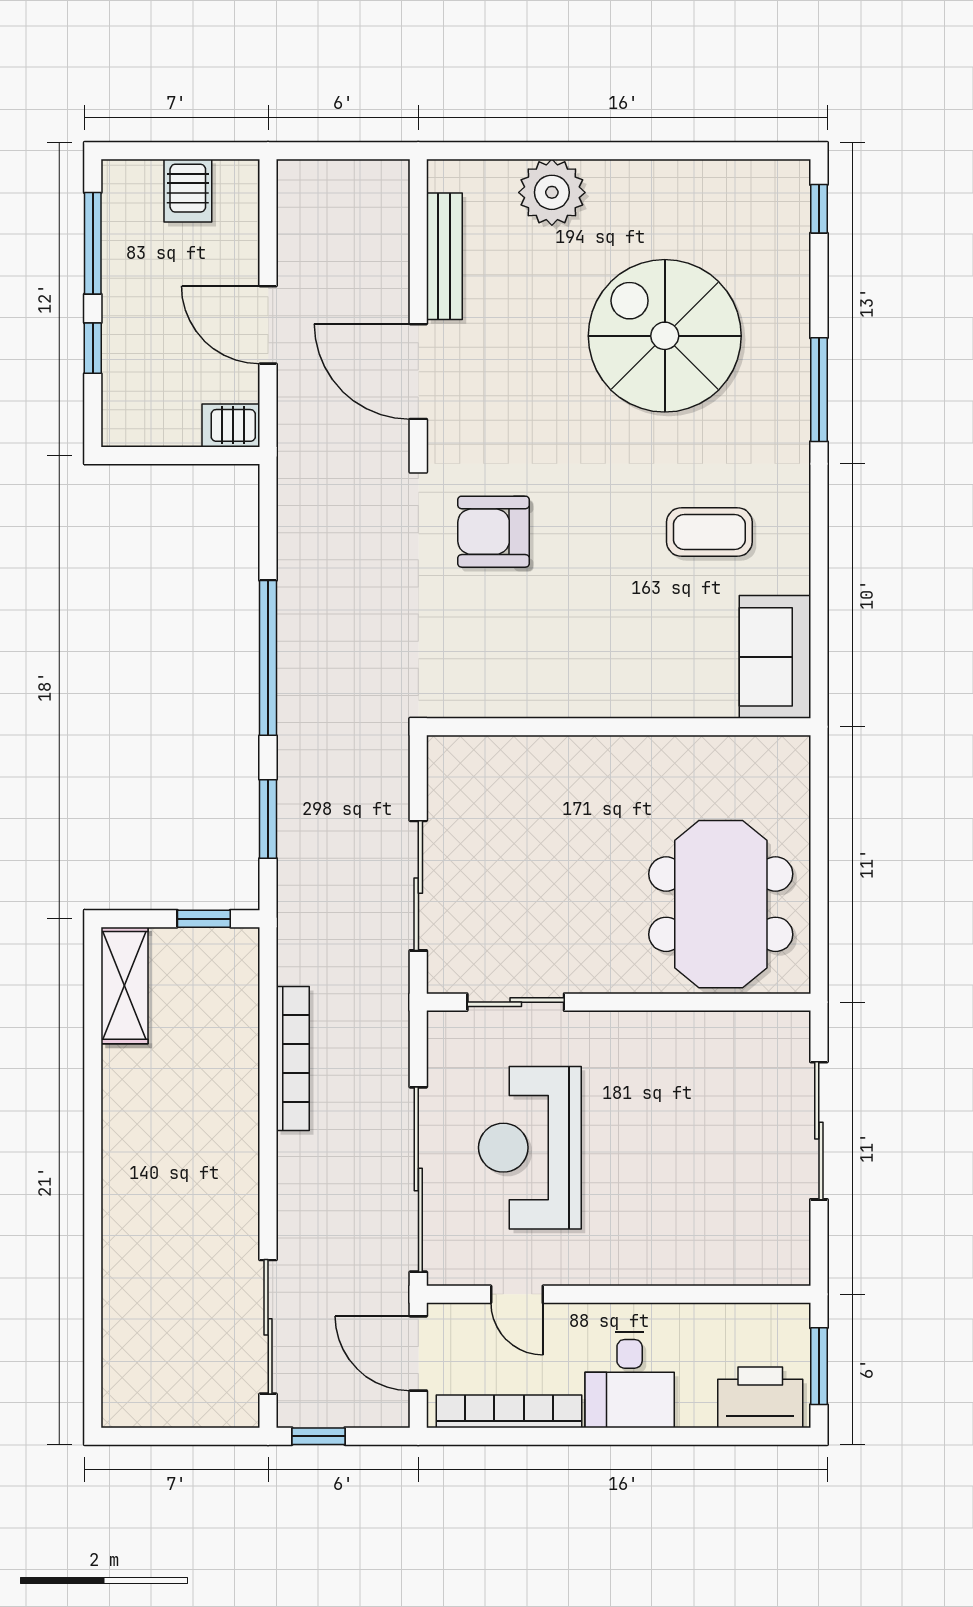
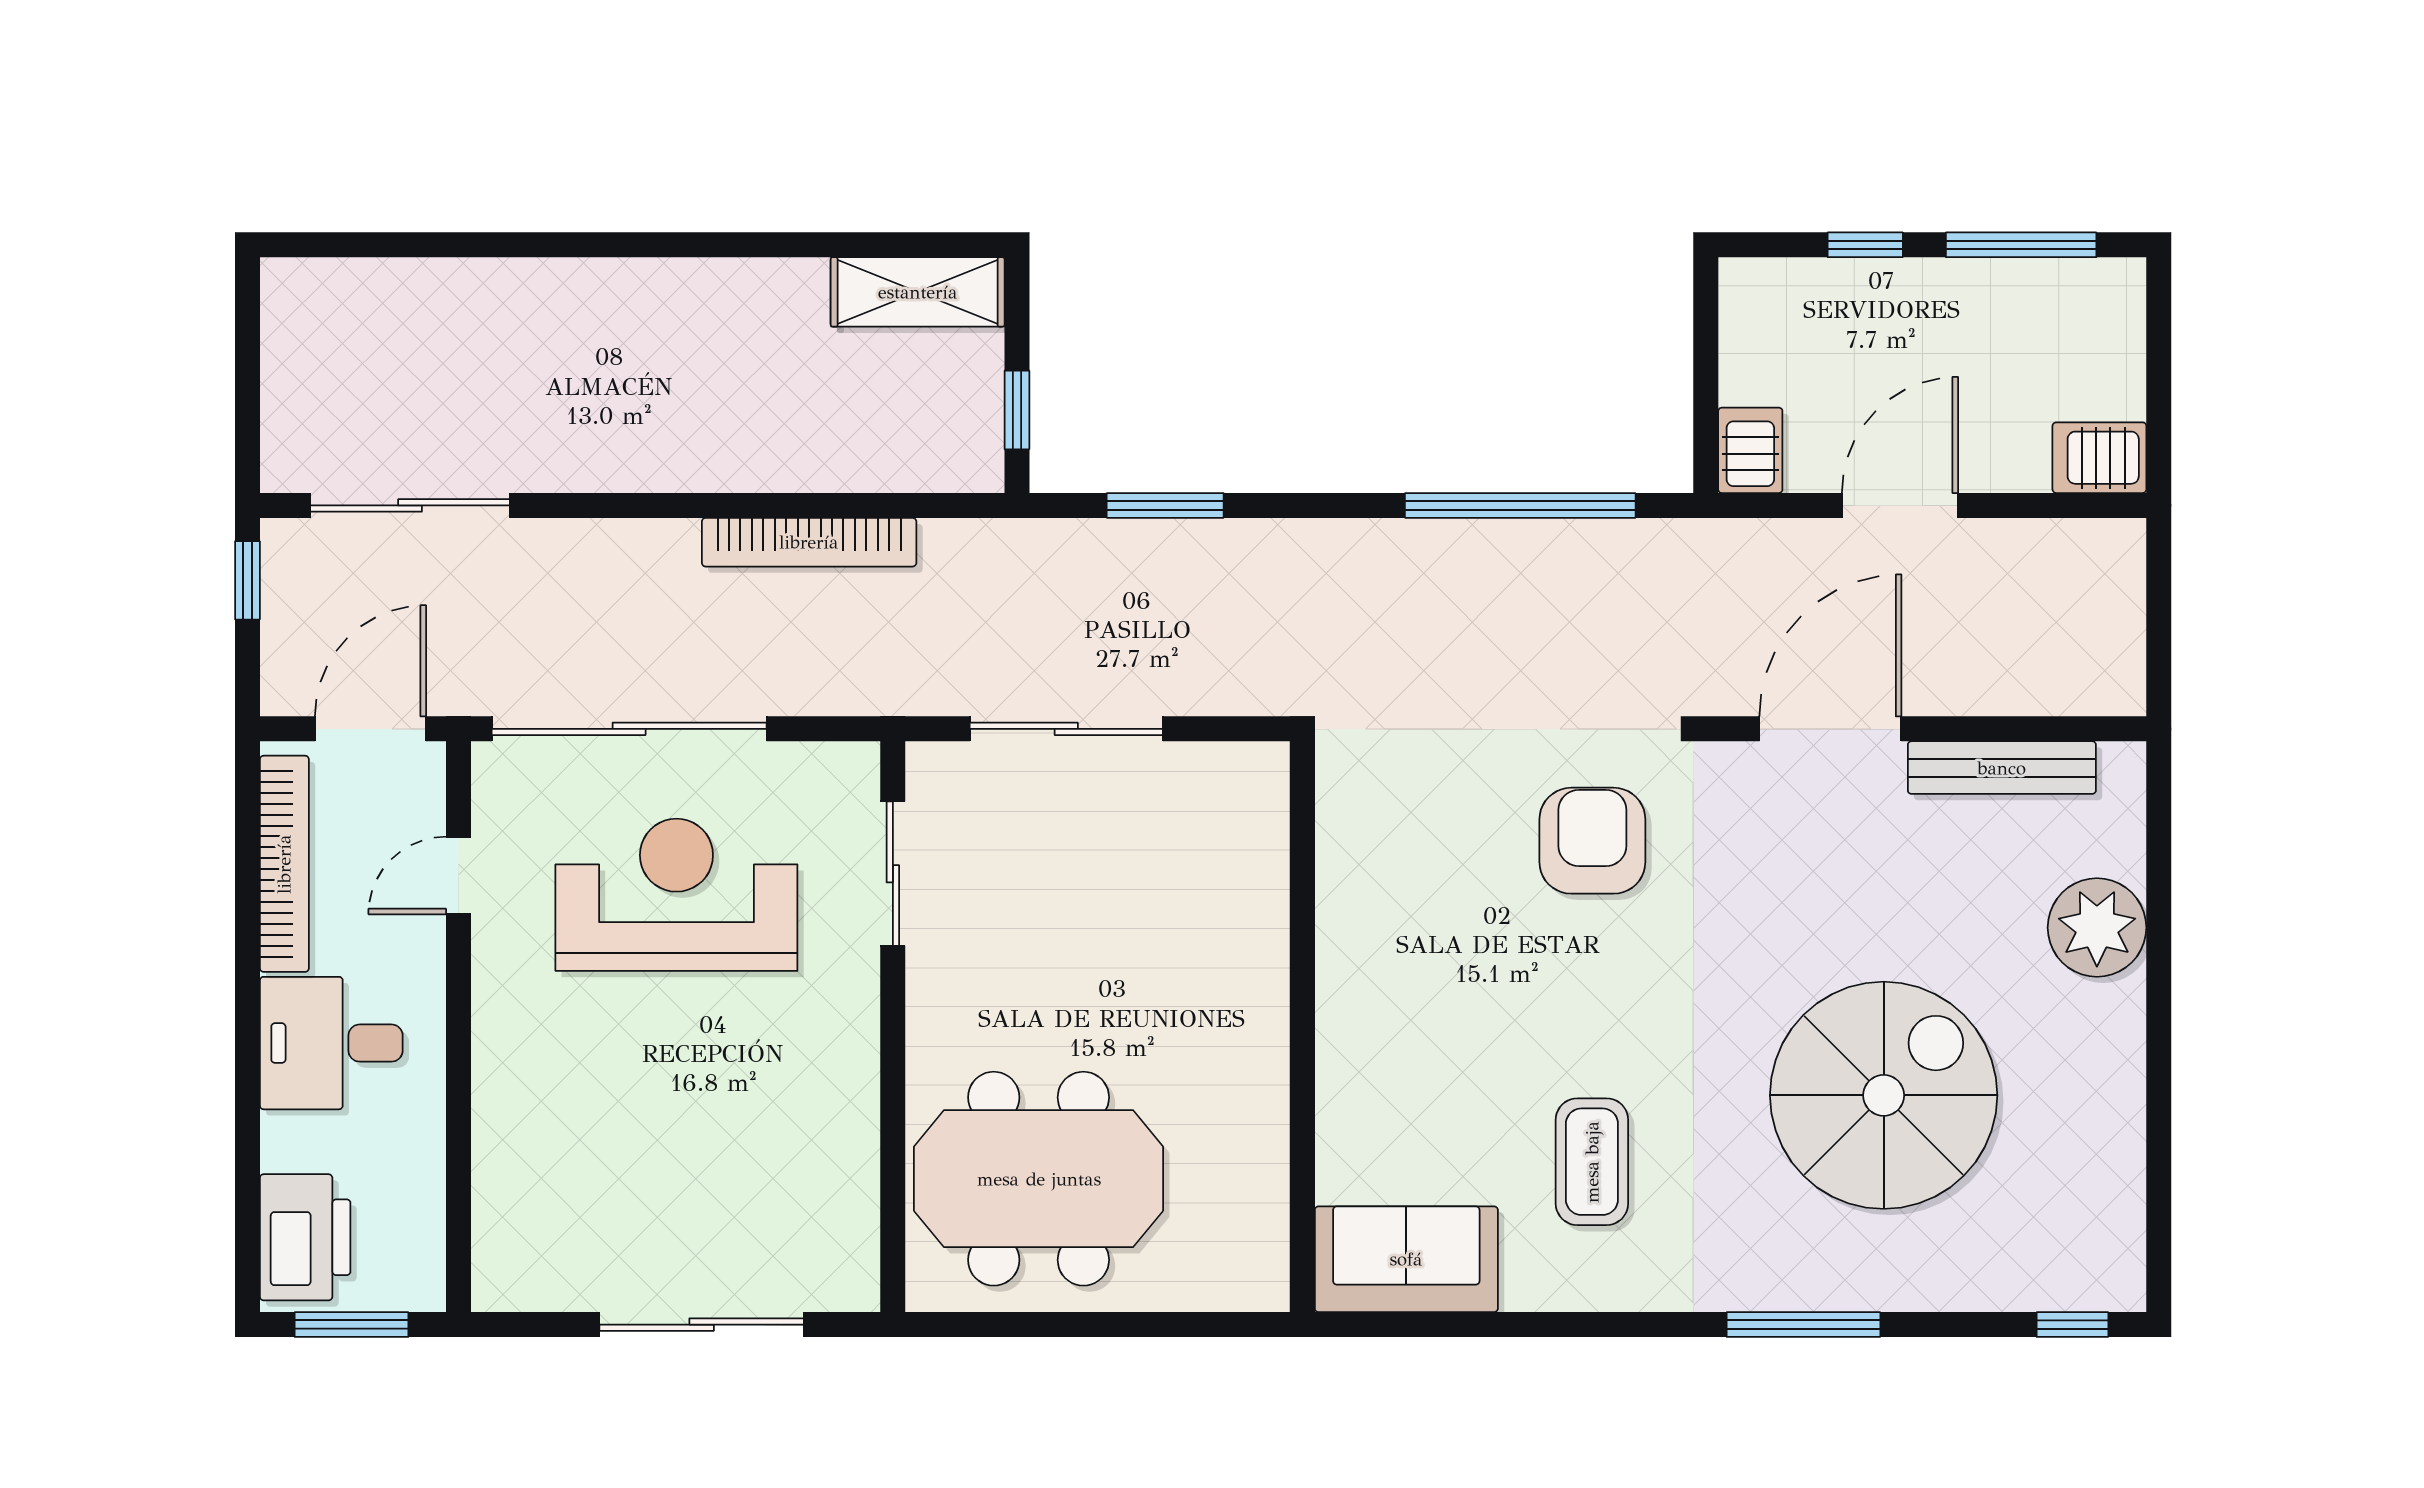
server rack: (188, 191) -> (2099, 458), moved
window: (268, 658) -> (1520, 505), moved

